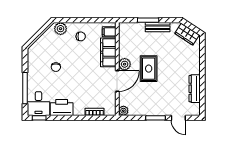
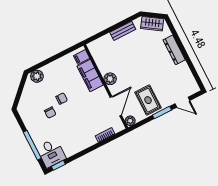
window: (148, 20) -> (111, 29), removed
chair: (81, 36) -> (62, 99), moved
rug: (149, 69) -> (148, 100), moved
door: (117, 81) -> (116, 106), moved
dresser: (195, 89) -> (174, 50), moved
printer: (62, 108) -> (74, 146), removed

